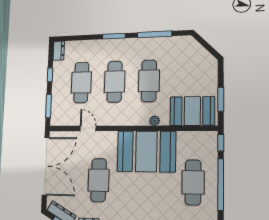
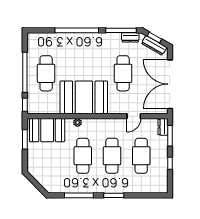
dresser: (59, 51) -> (163, 127), moved
door: (88, 128) -> (134, 116), hinge flipped

